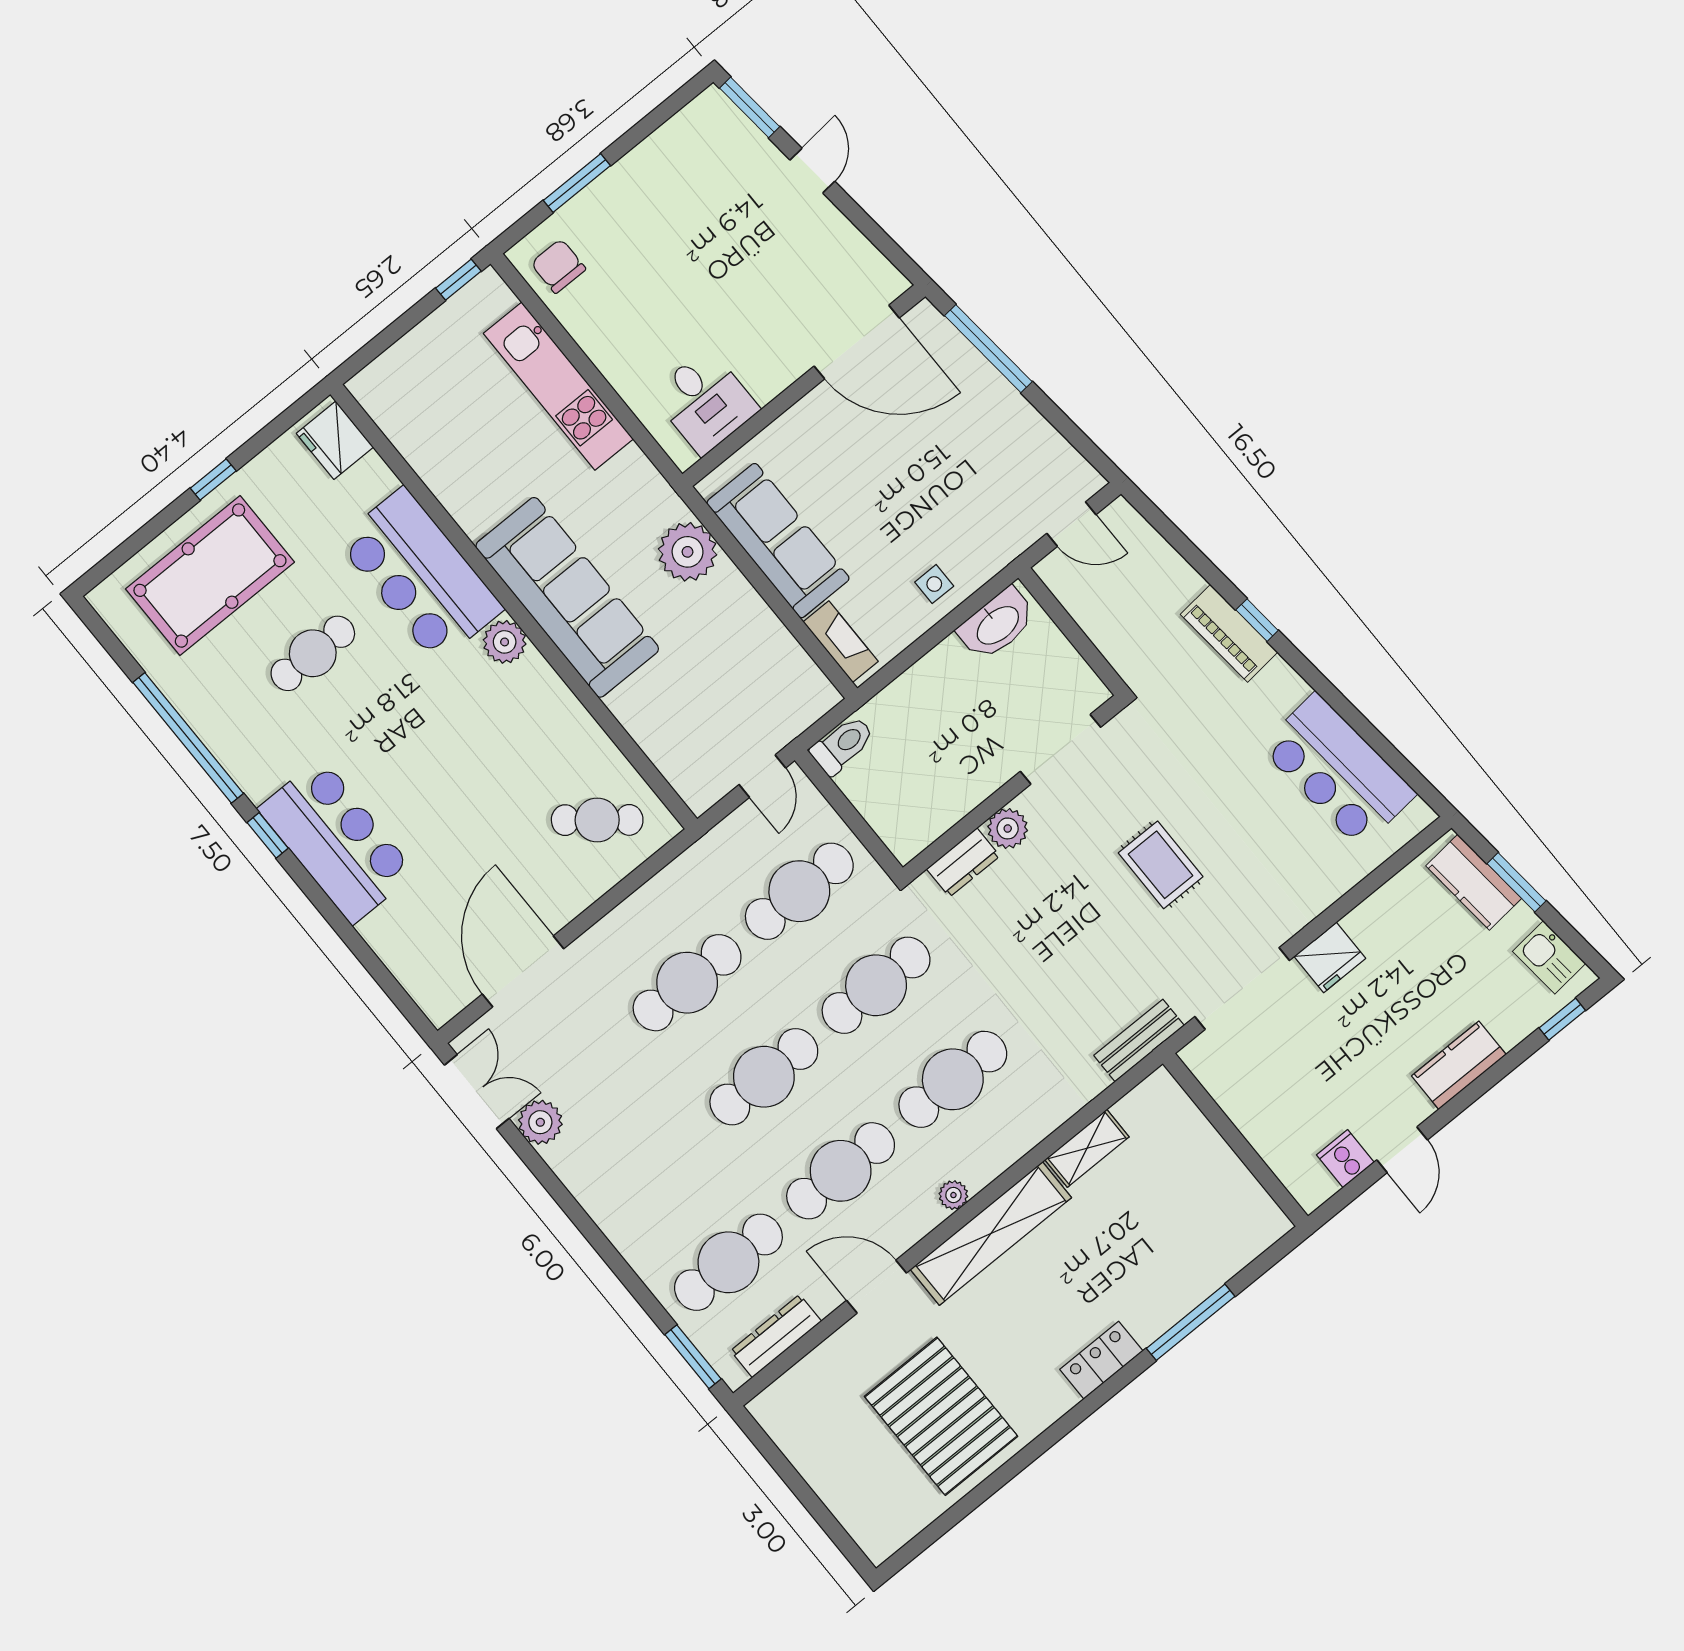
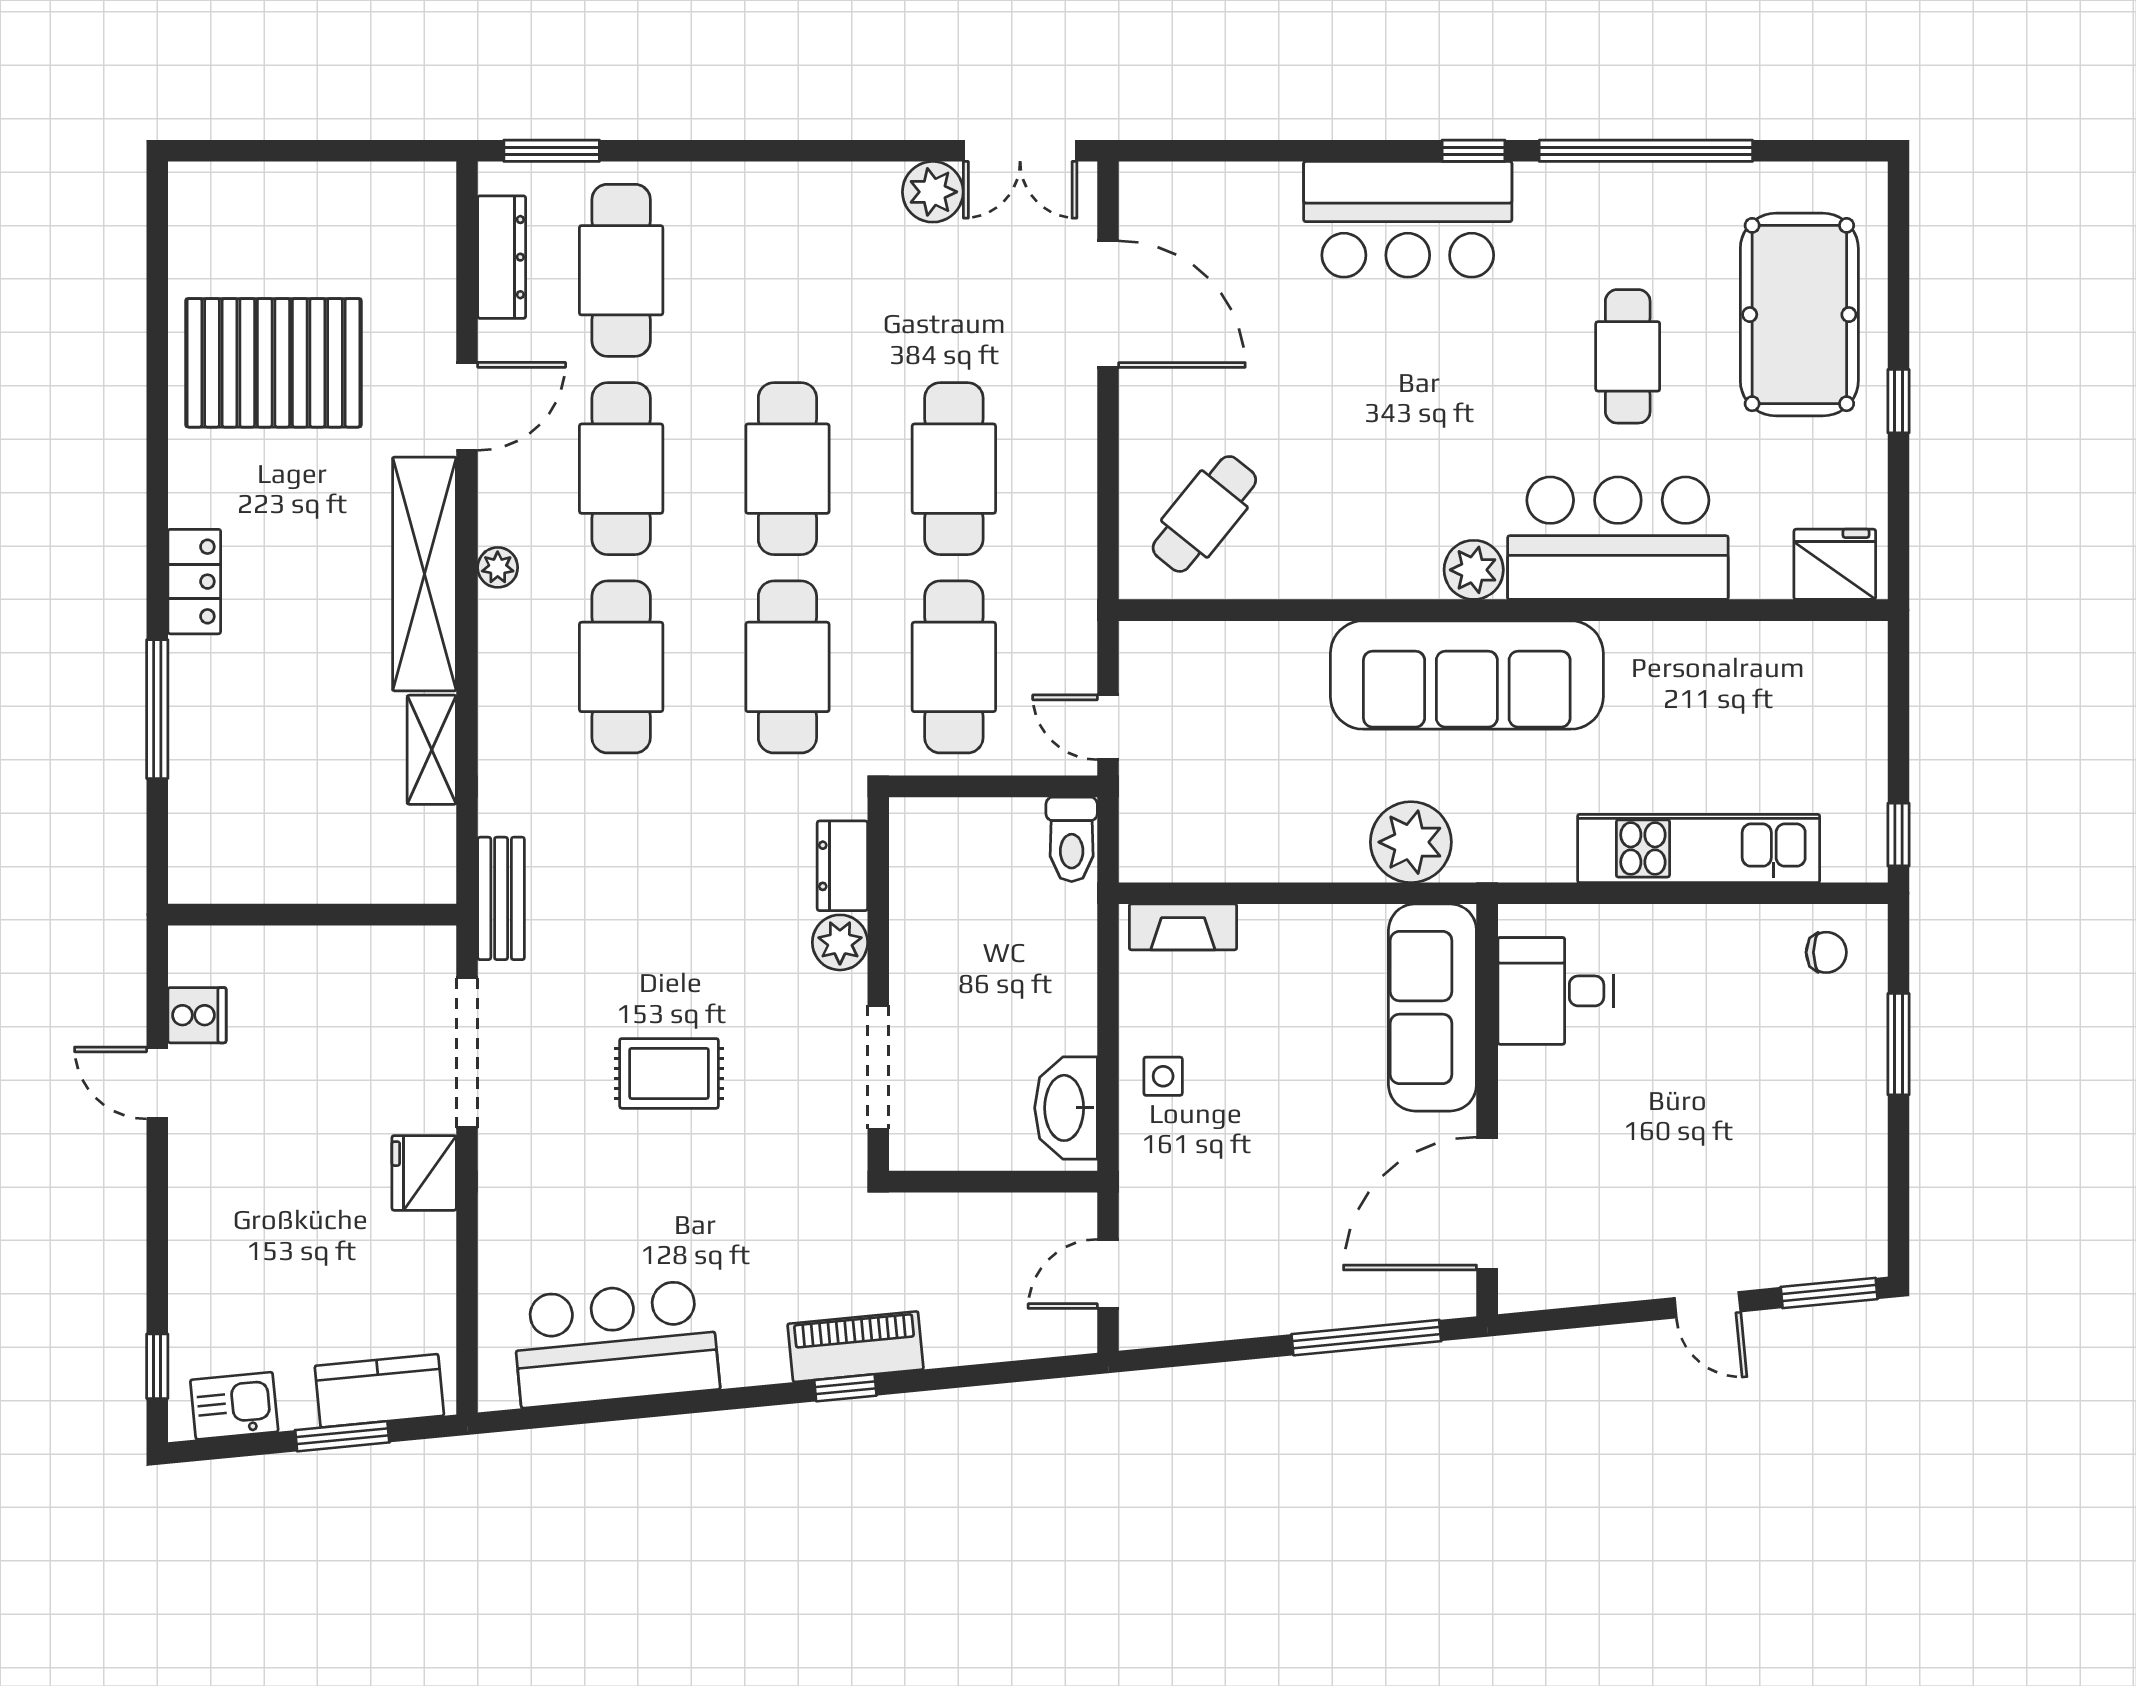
chair: (558, 266) -> (1826, 952), width x0.73, depth x0.73
sofa: (778, 541) -> (1432, 1007), moved, turned 90
kitchen counter: (1459, 1065) -> (198, 1217), removed

